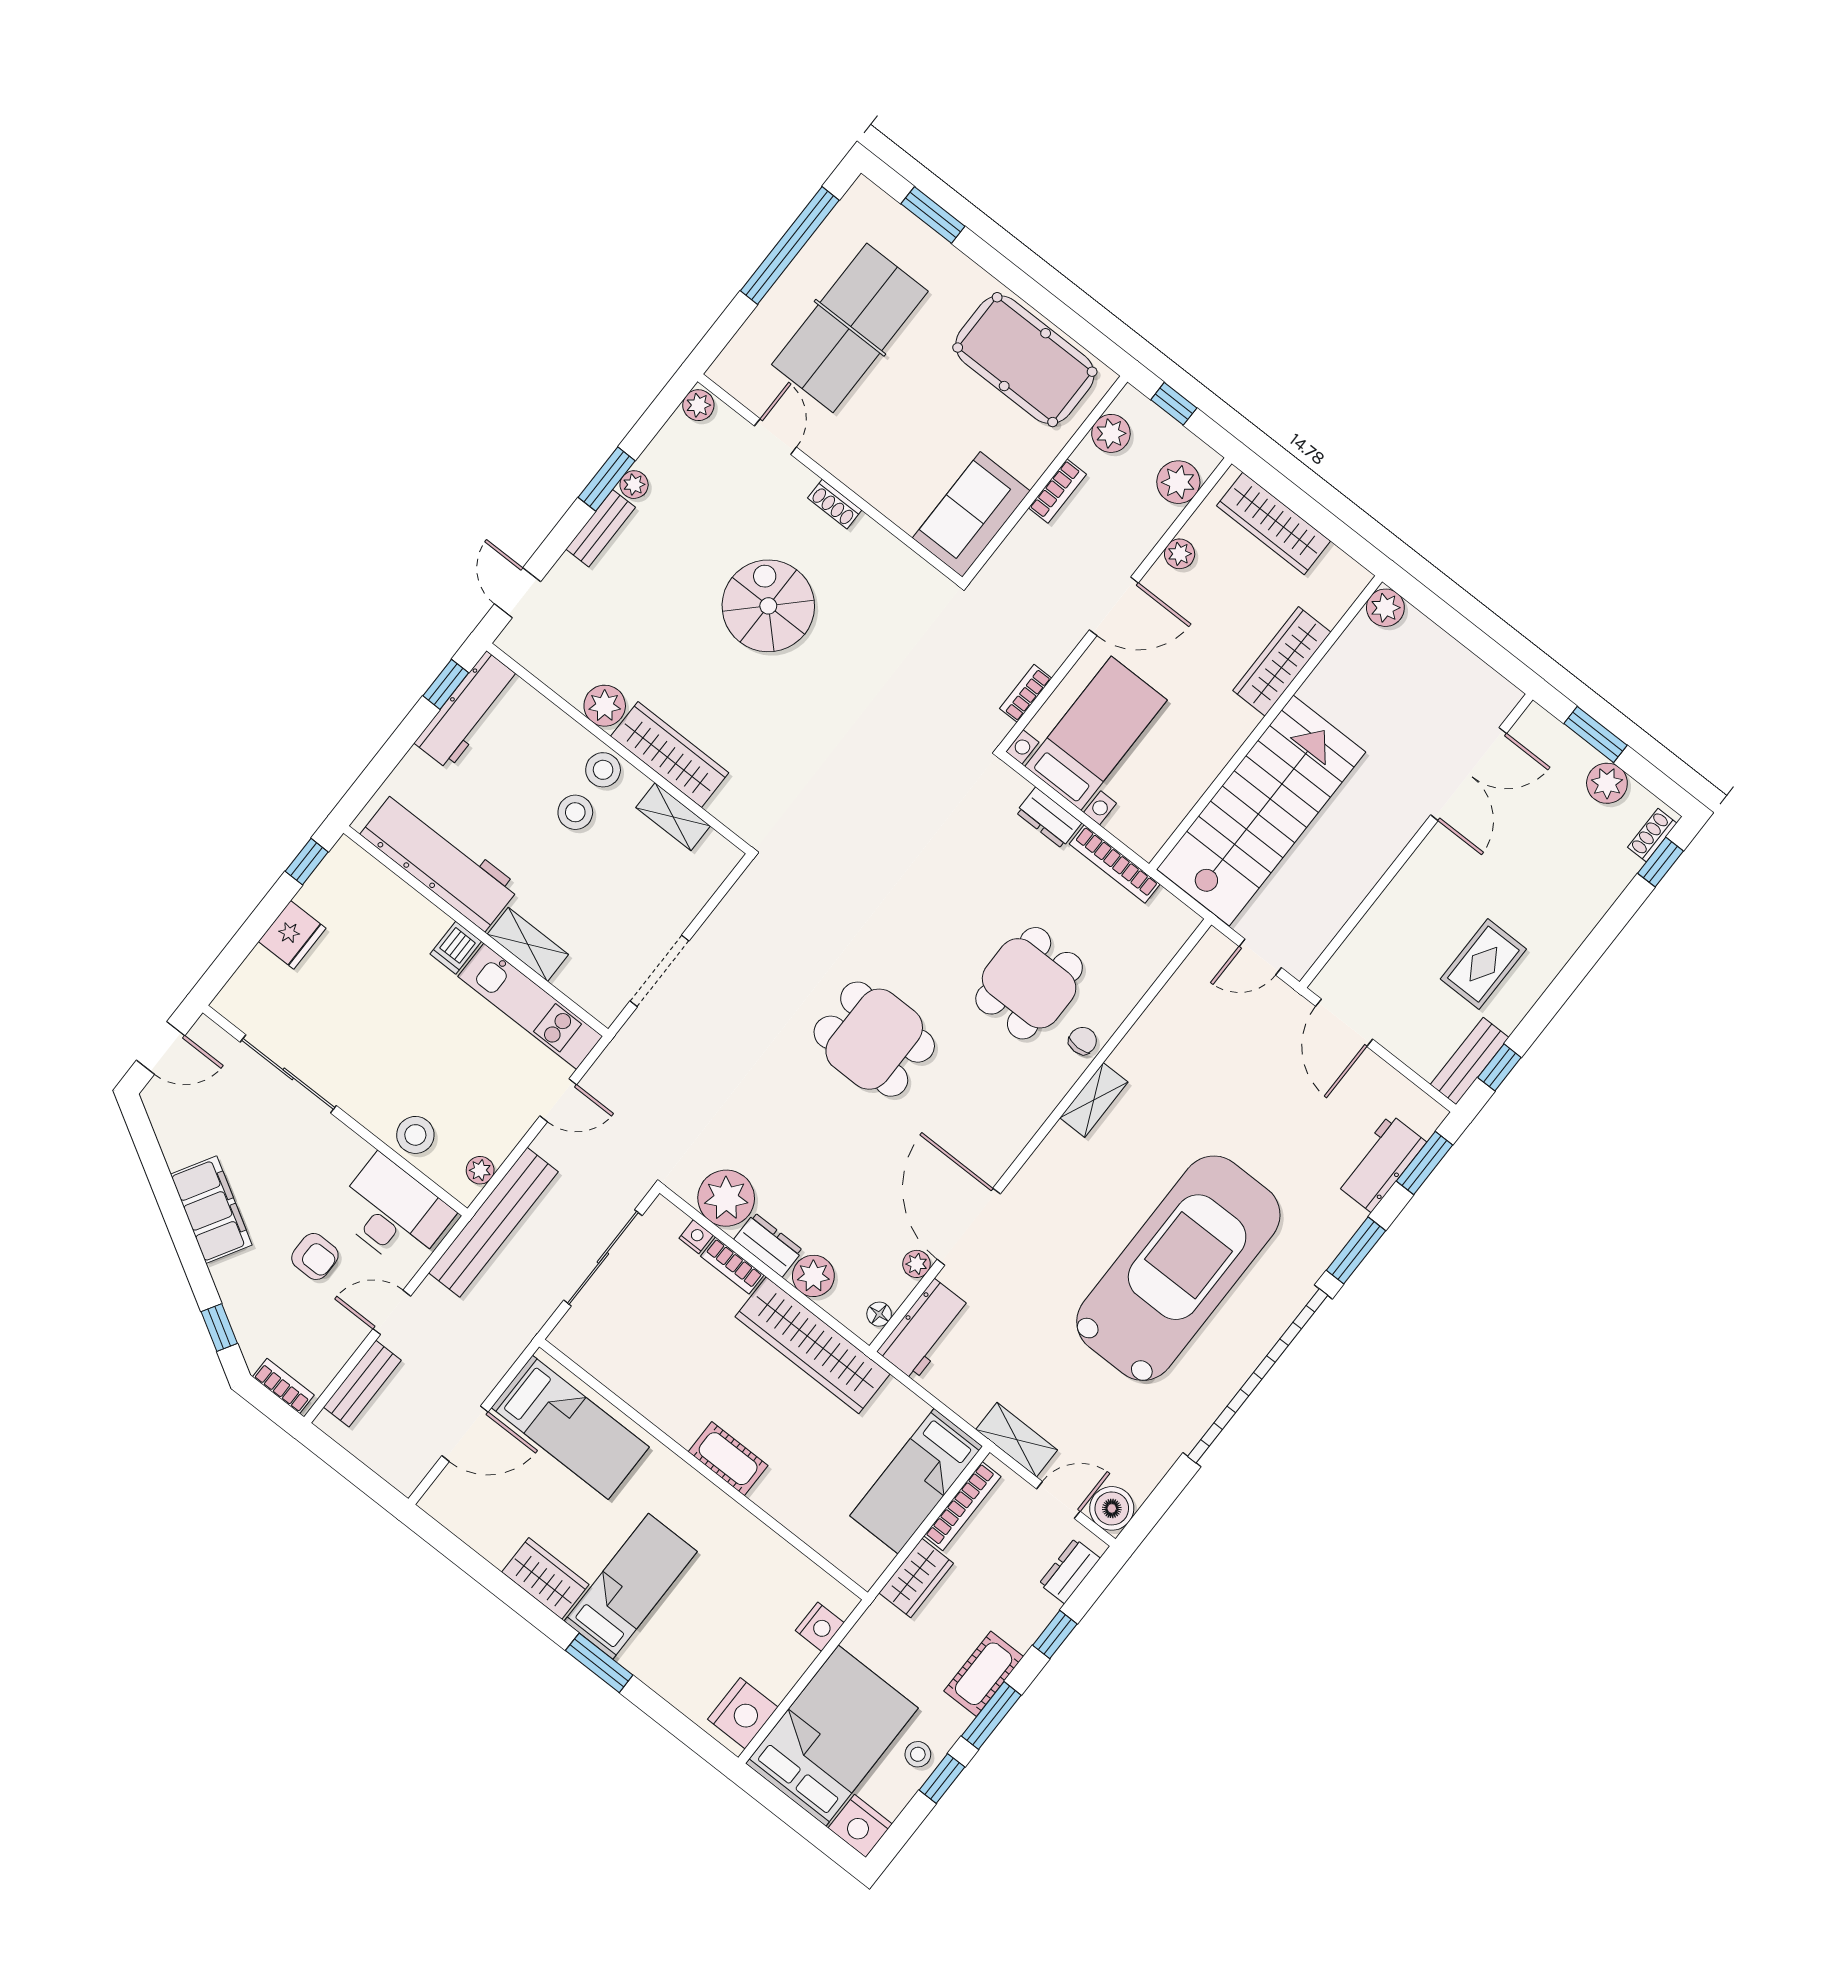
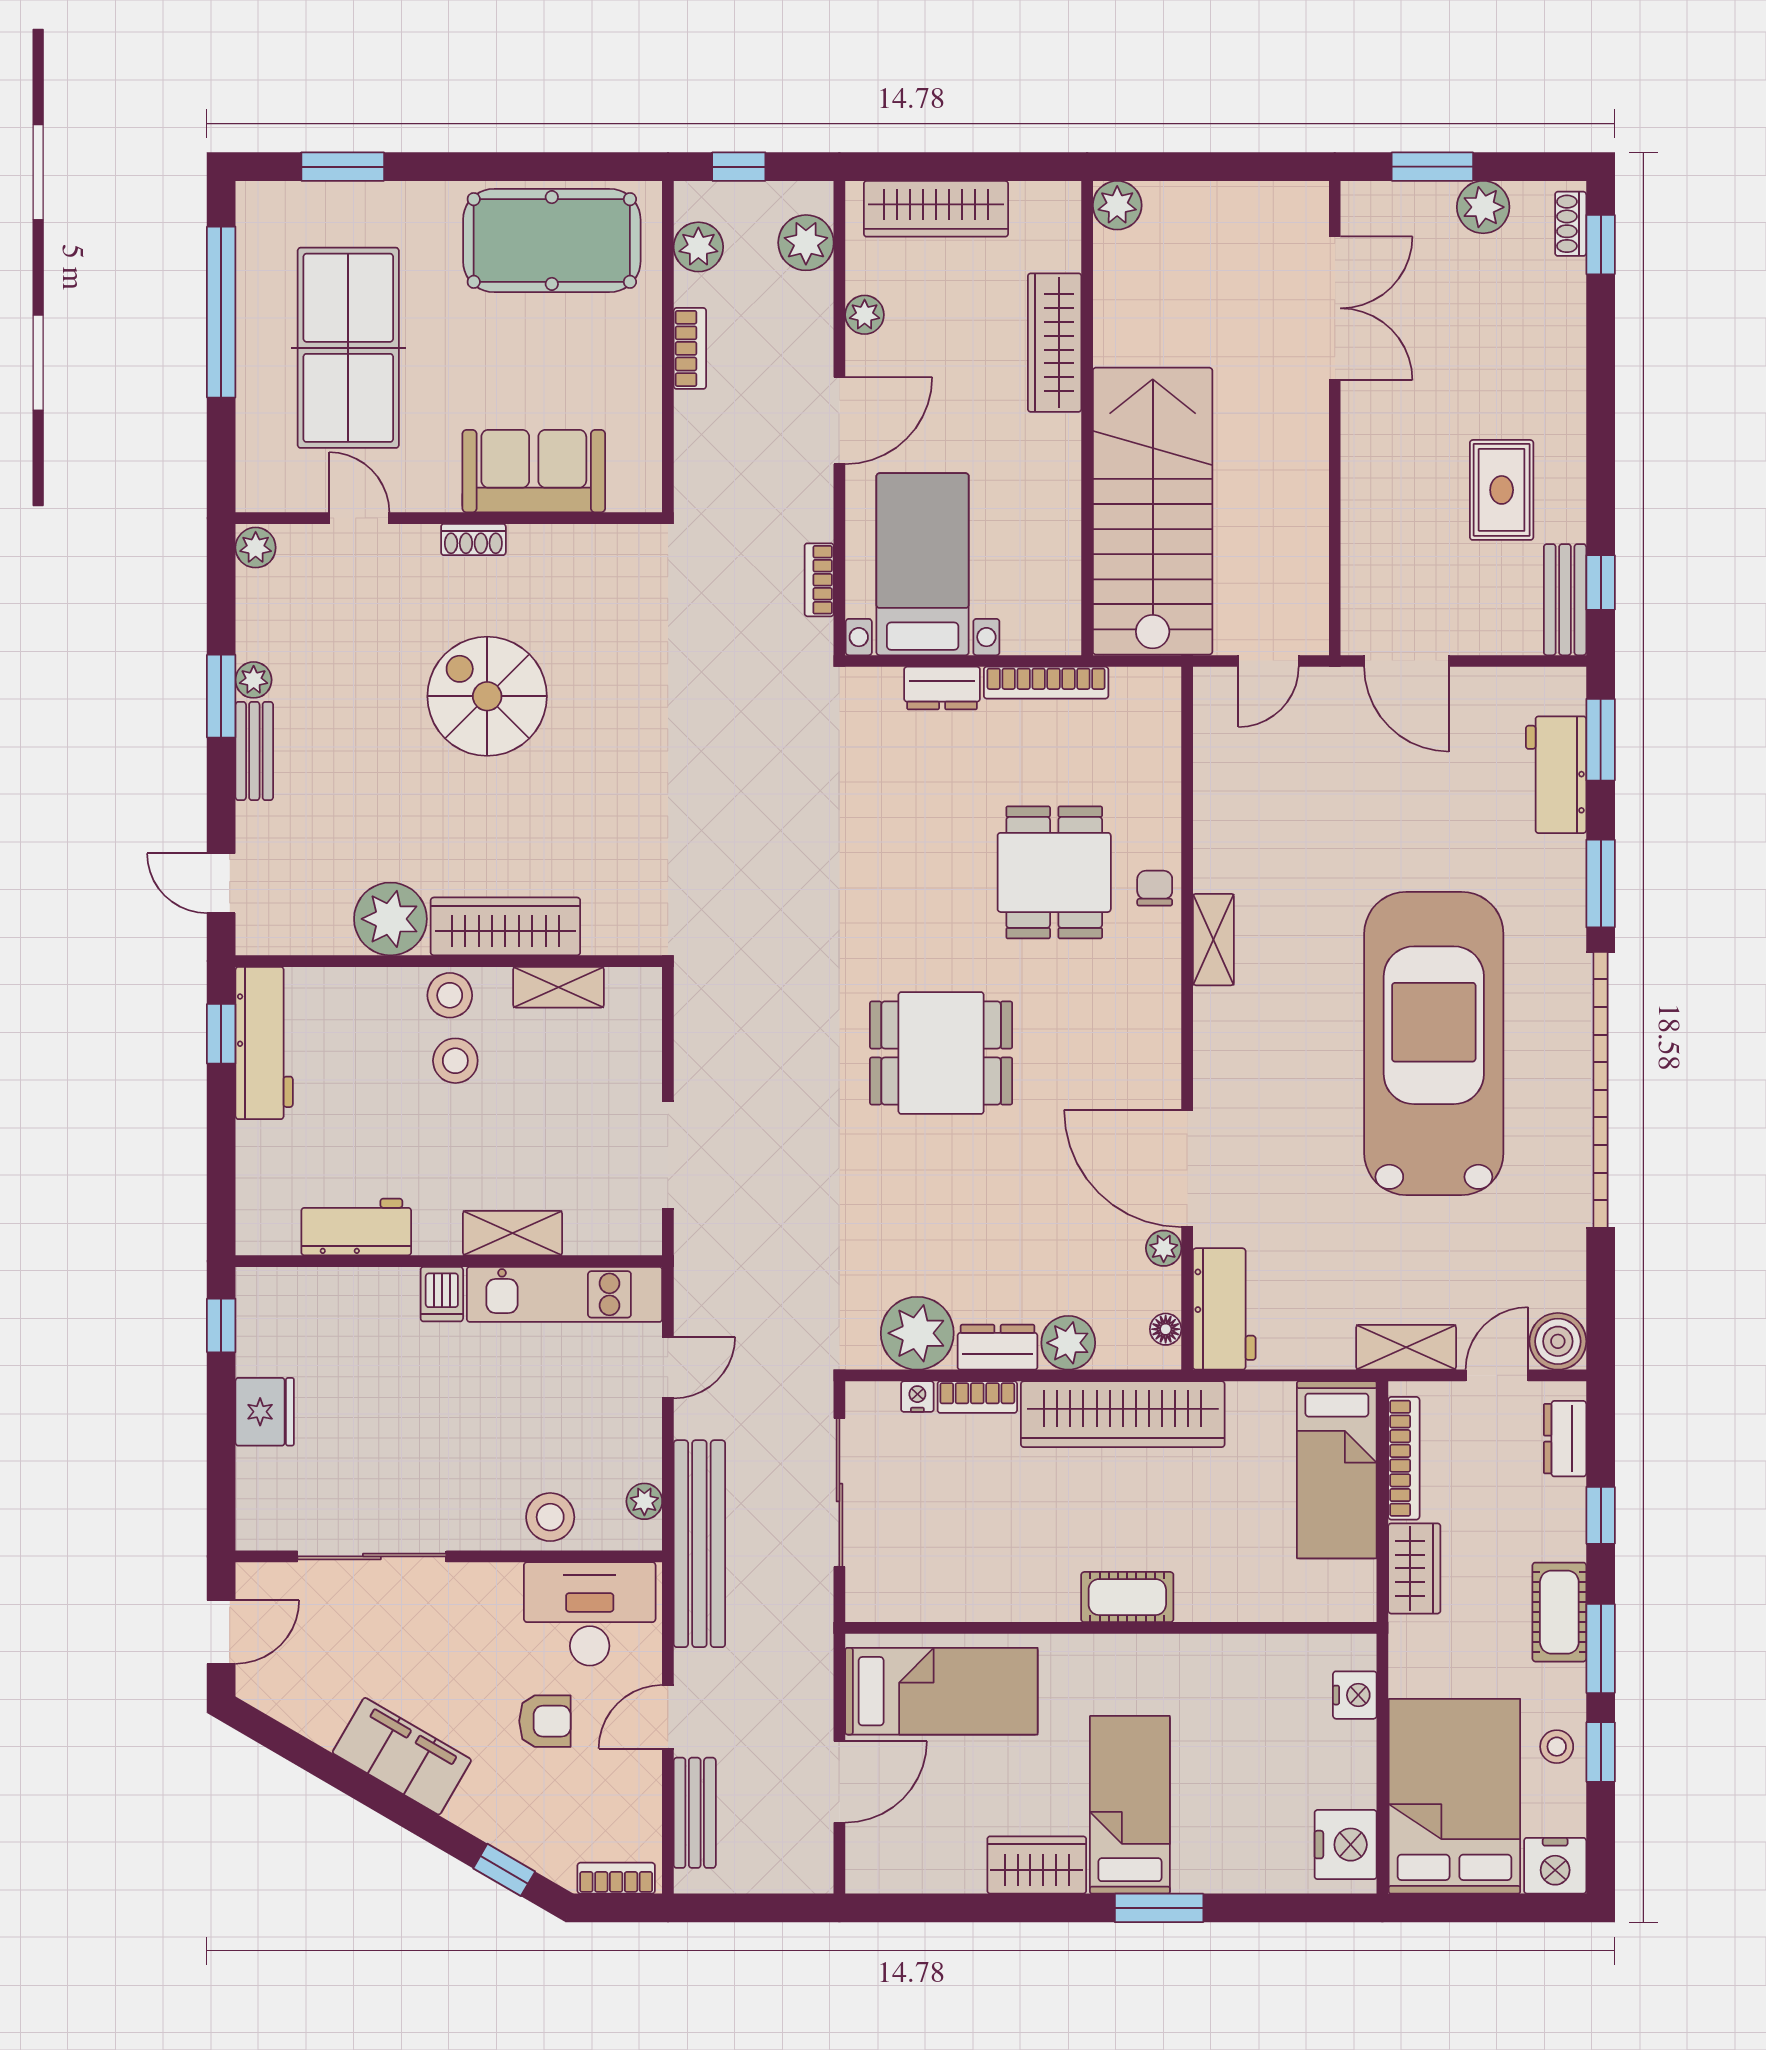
sofa: (971, 514) -> (534, 471), moved, turned 90
plant: (605, 706) -> (390, 919), width x1.36, depth x1.36
workbench: (440, 861) -> (356, 1227), width x0.53, depth x0.76

